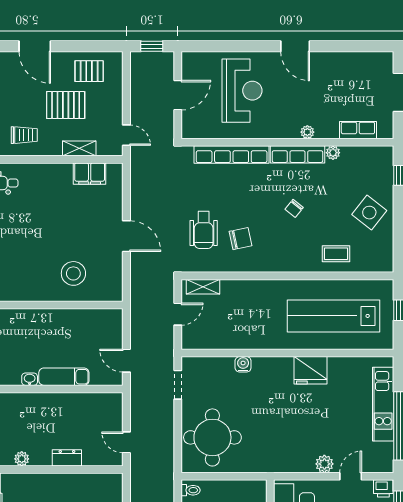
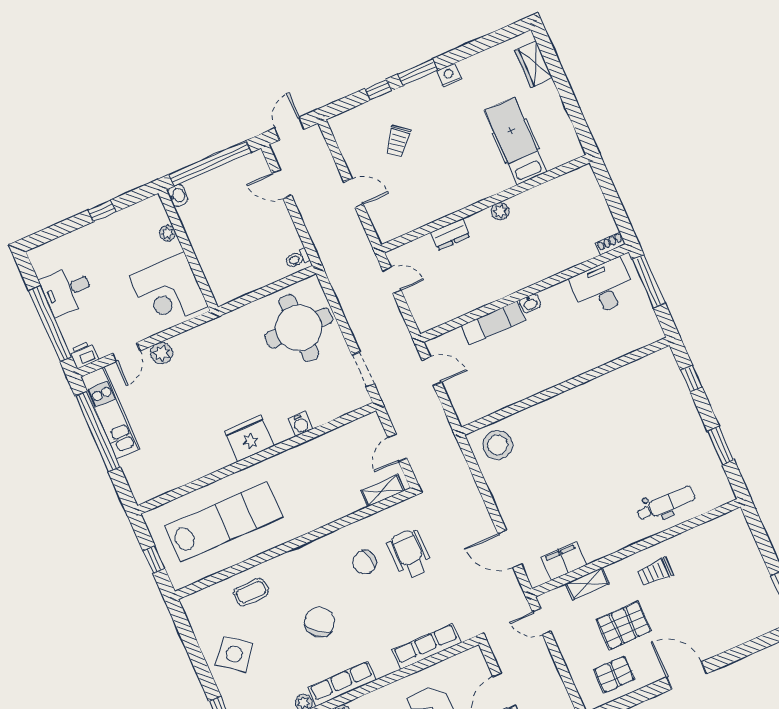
row of seats: (232, 155) -> (426, 646), width x0.73
chair: (294, 208) -> (320, 622), width x1.87, depth x1.87
door: (126, 236) -> (510, 549), moved
stool: (73, 273) -> (498, 445), moved
fridge: (310, 370) -> (249, 439), moved
kitchen unit: (383, 404) -> (110, 413), moved

